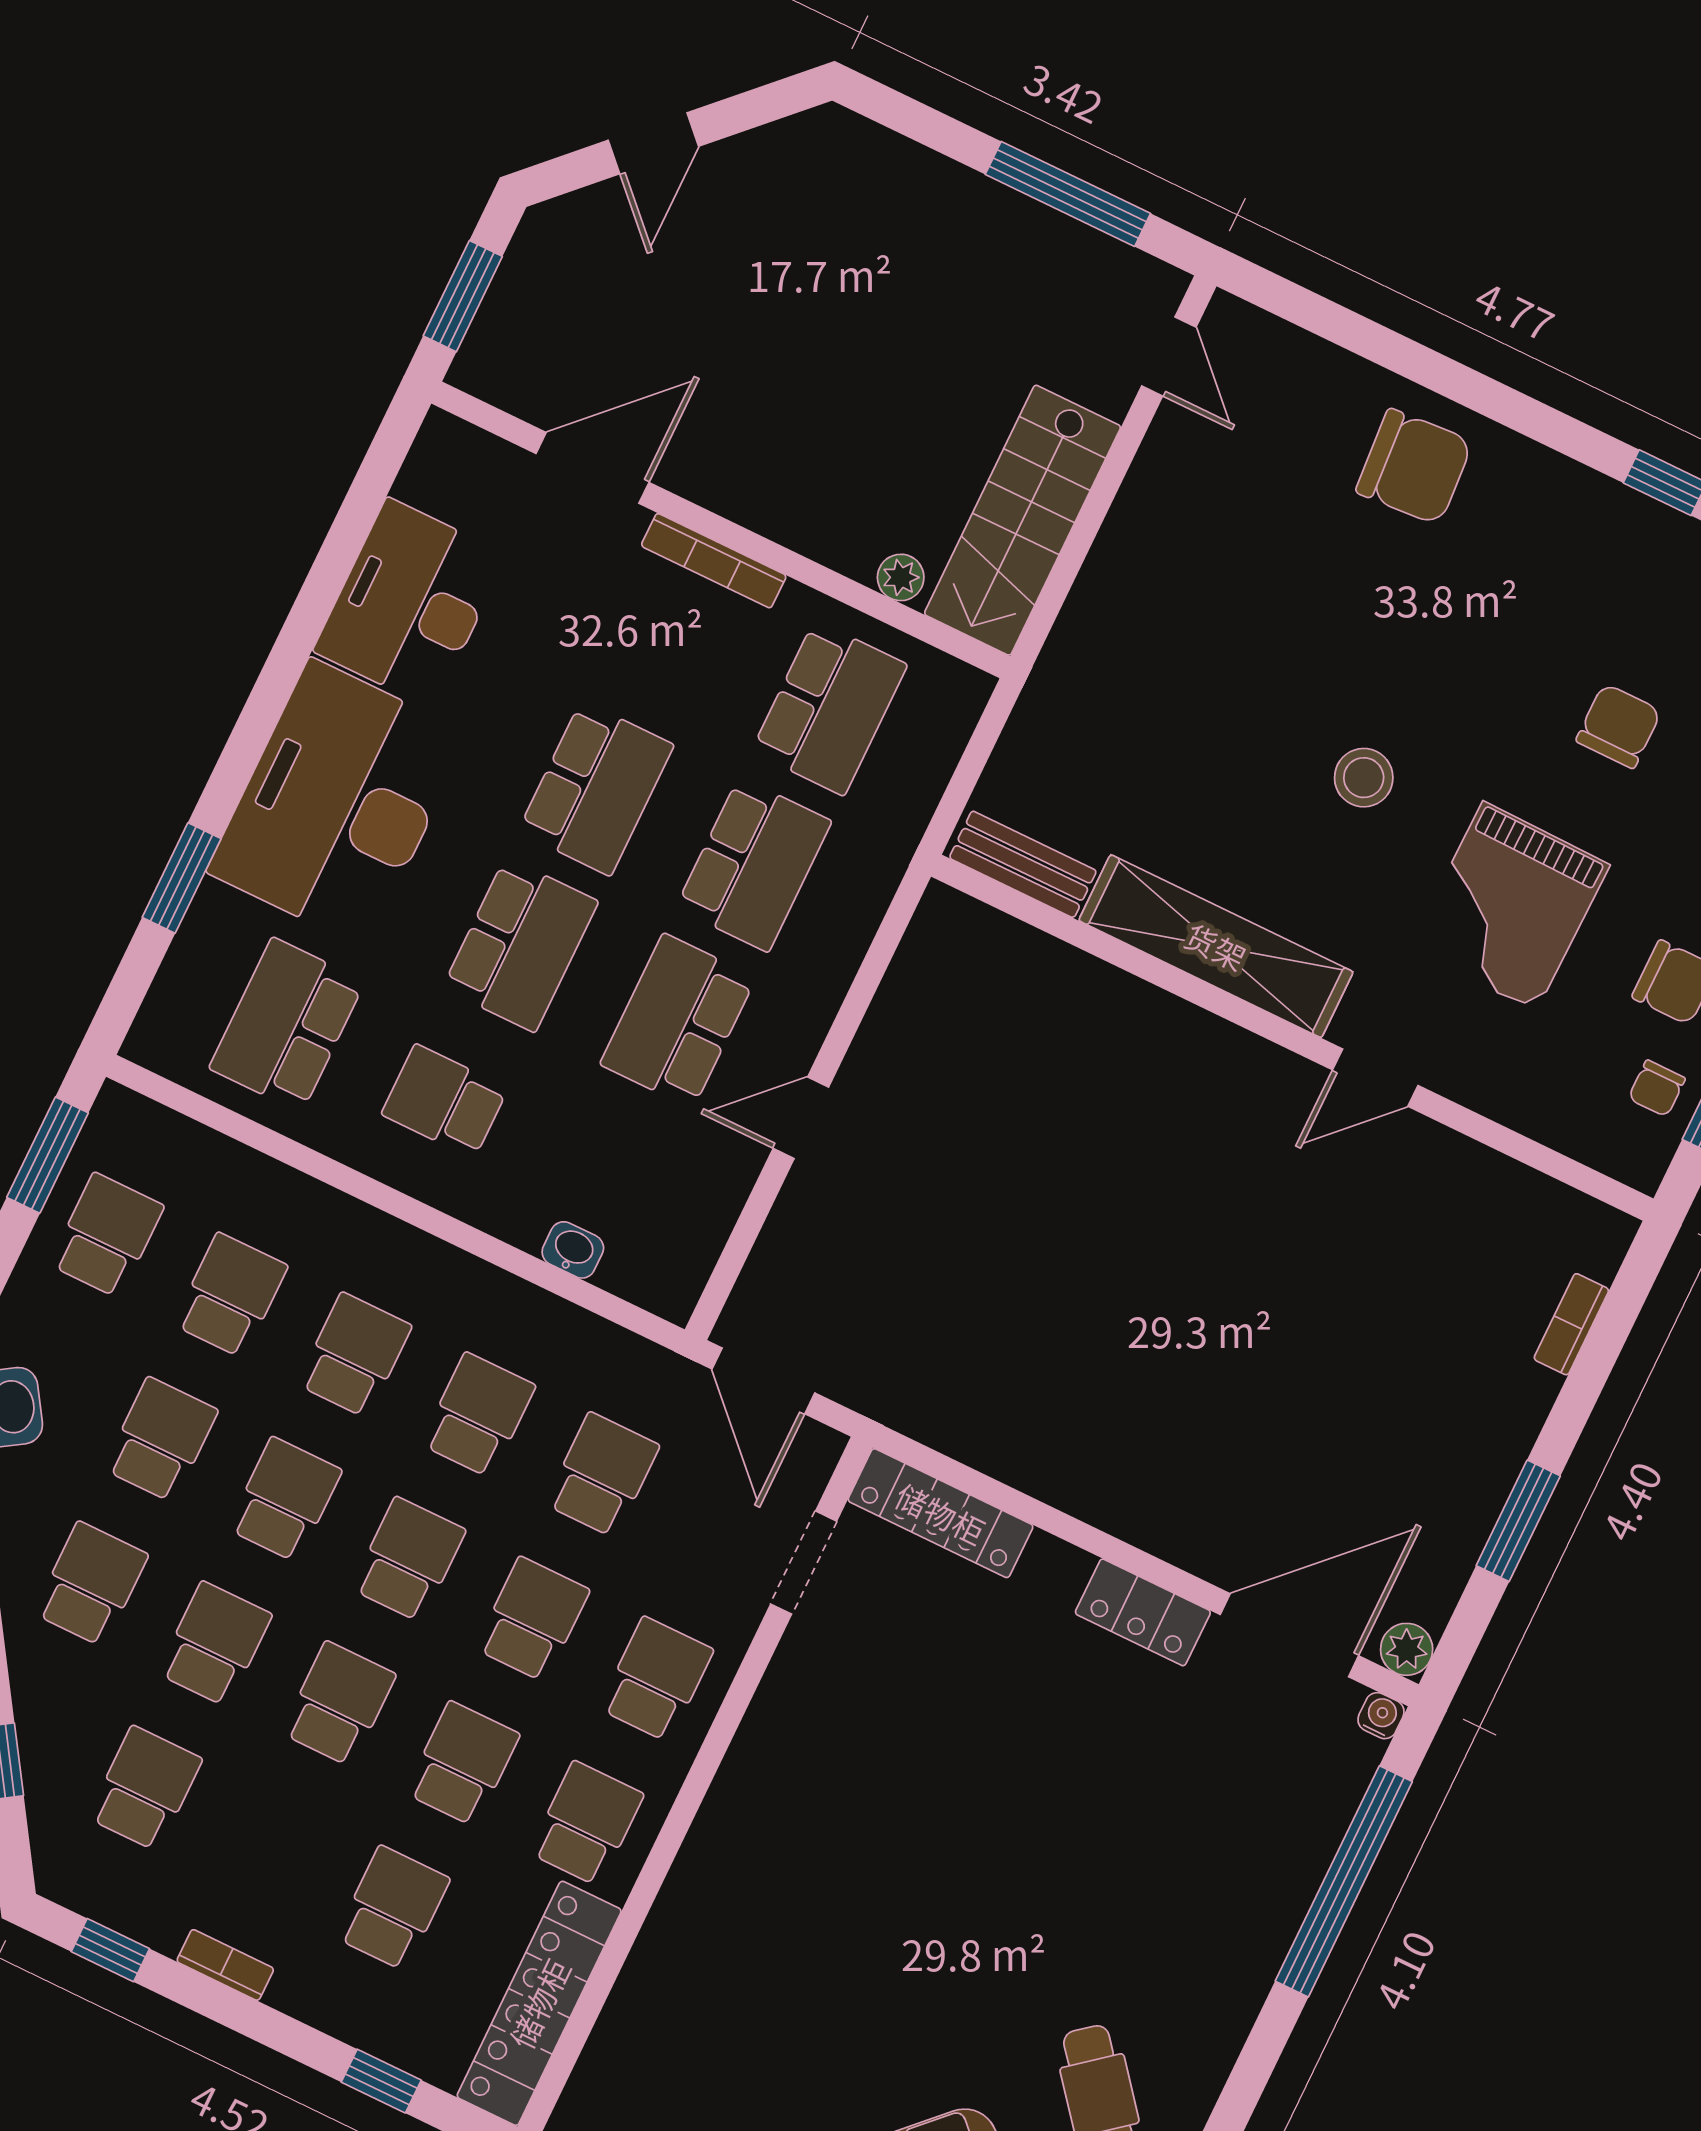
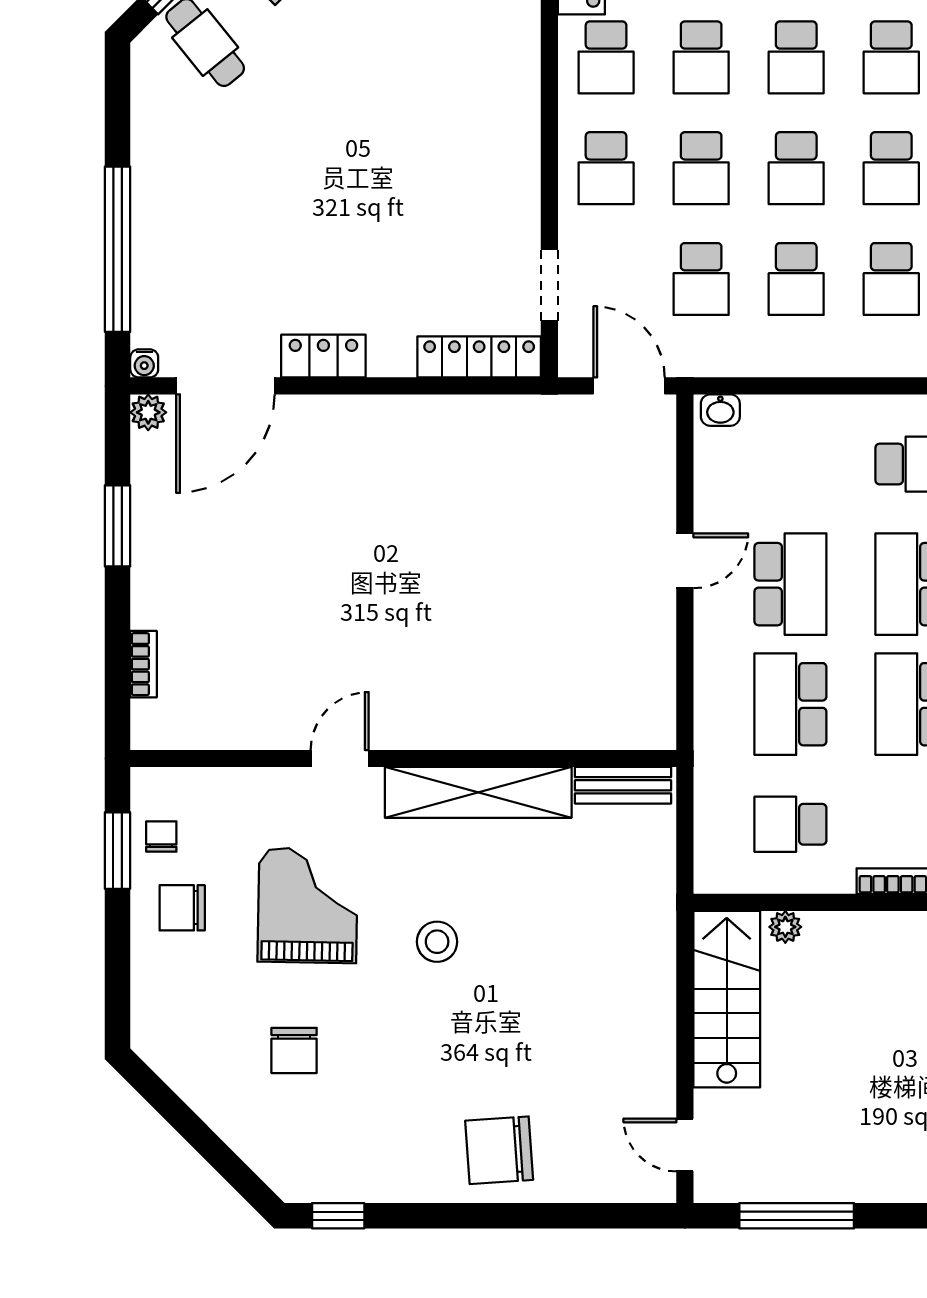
school desk: (829, 708) -> (790, 824), width x0.54
washbasin: (573, 1250) -> (720, 410), moved

